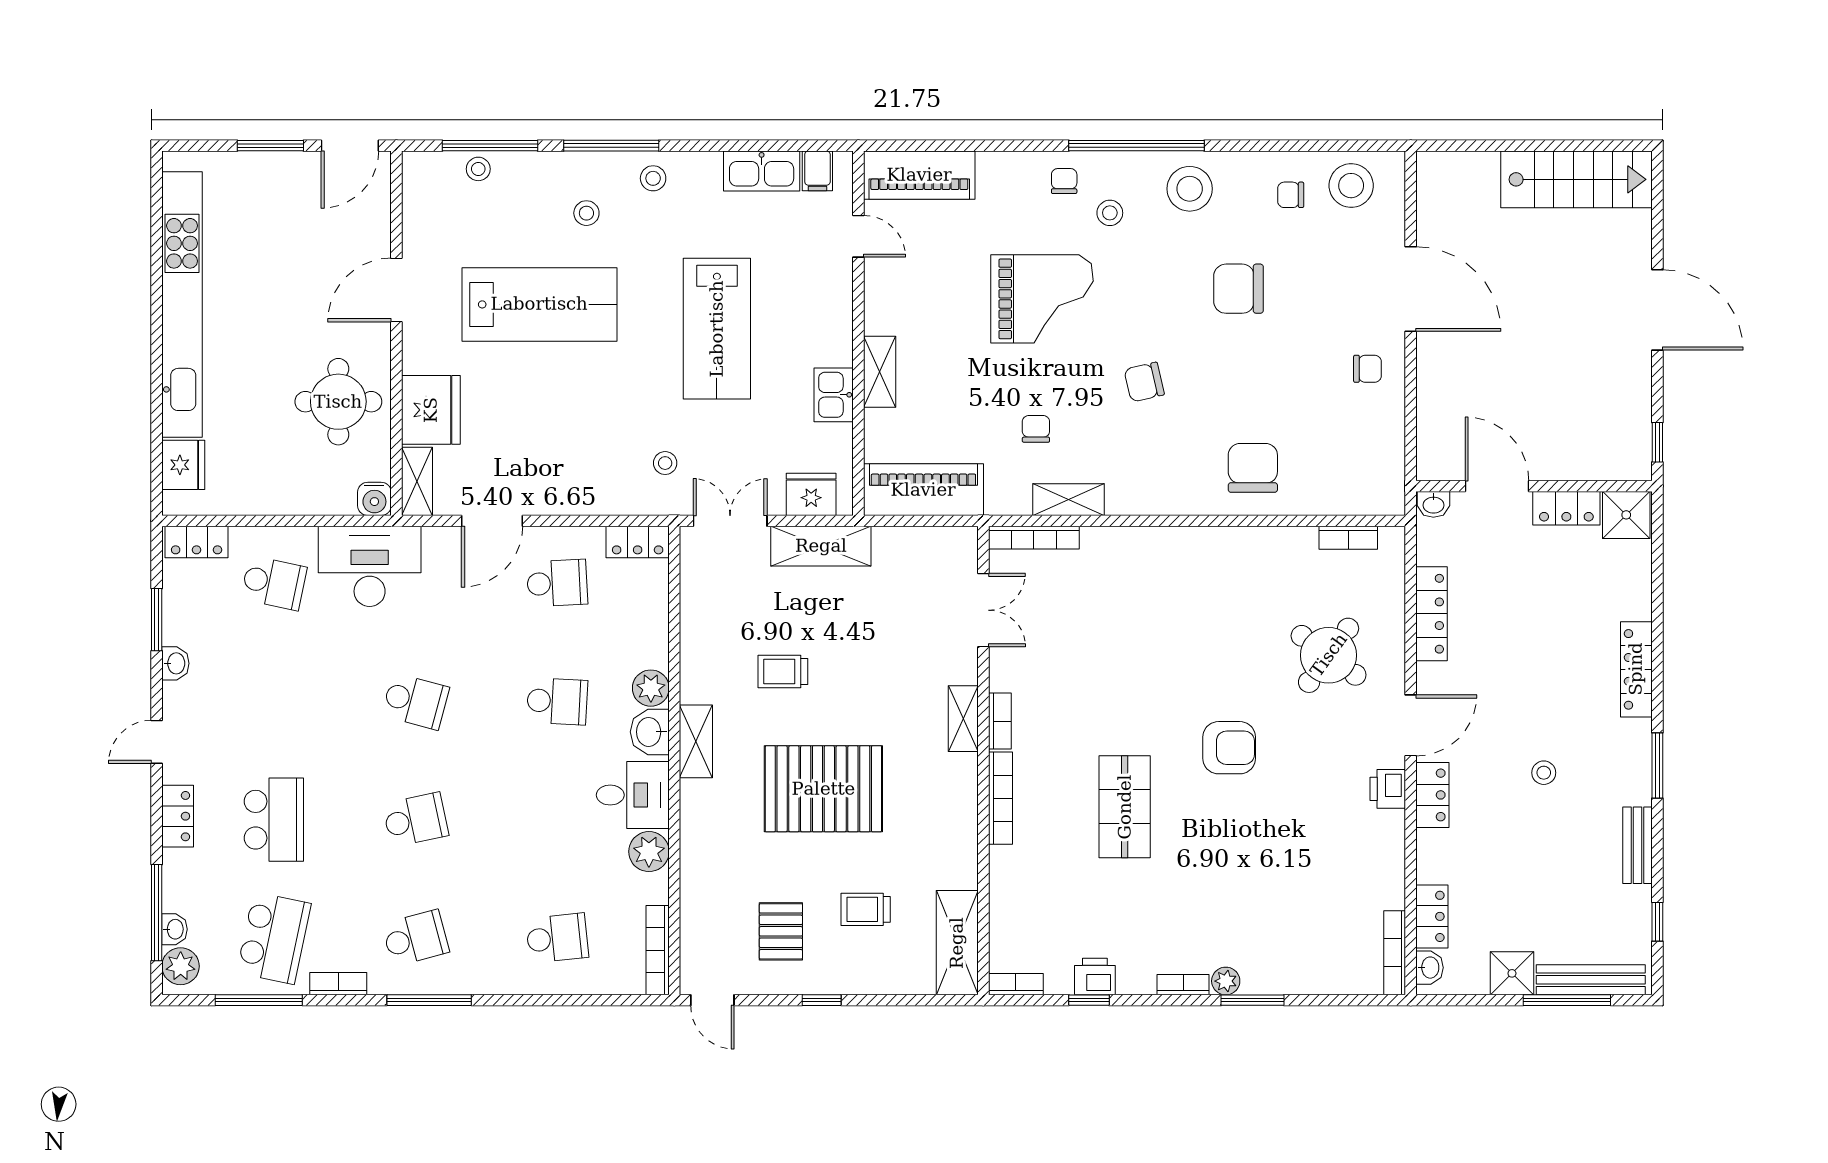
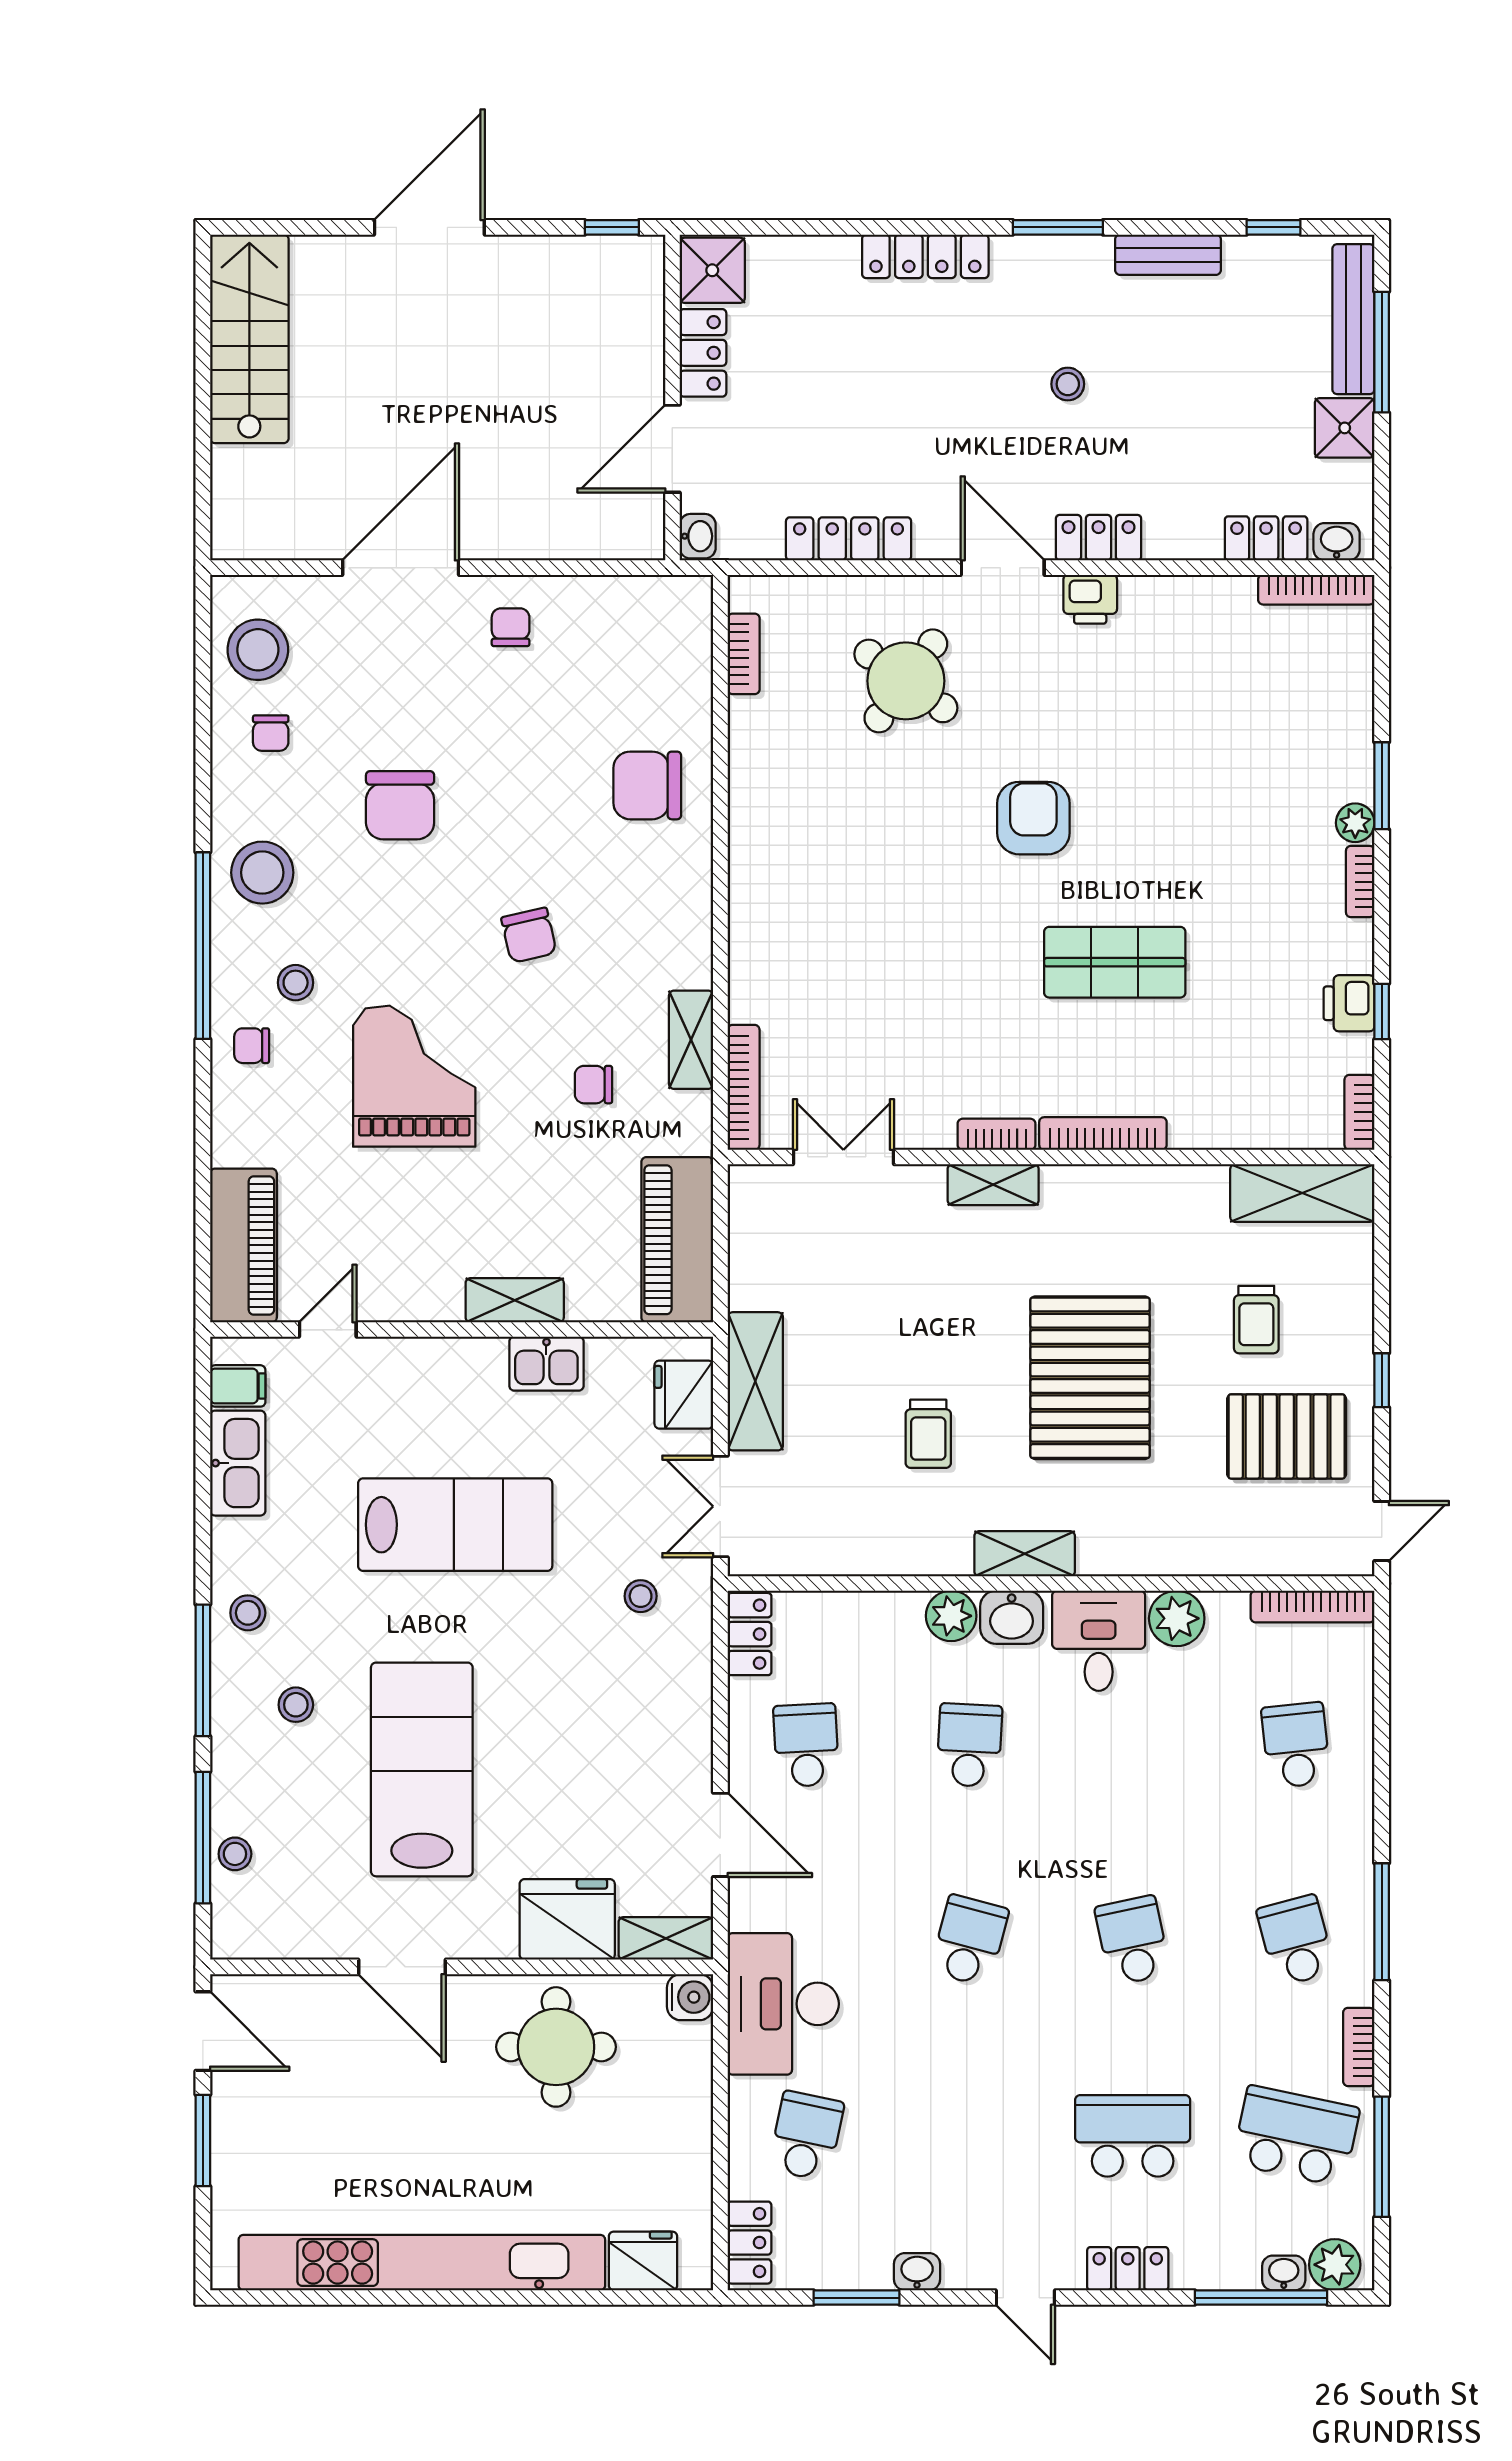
pallet: (781, 931) -> (1287, 1436), width x1.50, depth x1.42

